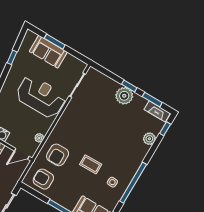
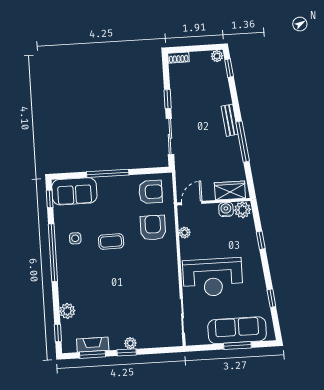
sofa: (48, 52) -> (237, 330), width x1.36
plant: (124, 96) -> (130, 343), width x0.53, depth x0.53
fireplace: (157, 111) -> (93, 345), moved

